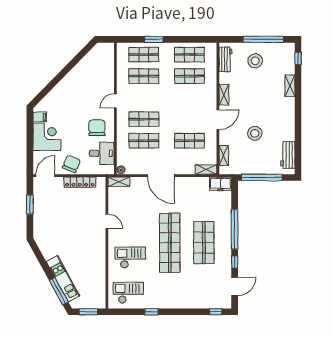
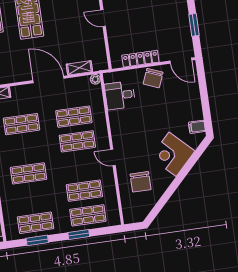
window: (190, 39) -> (37, 240), added
shop shelf: (189, 76) -> (29, 173), moved
door: (115, 101) -> (113, 158), swing flipped
chair: (97, 128) -> (141, 182), moved
corner desk: (47, 137) -> (173, 154), moved, turned 44
door: (45, 176) -> (181, 61), hinge flipped
shelving: (119, 182) -> (79, 68), moved

